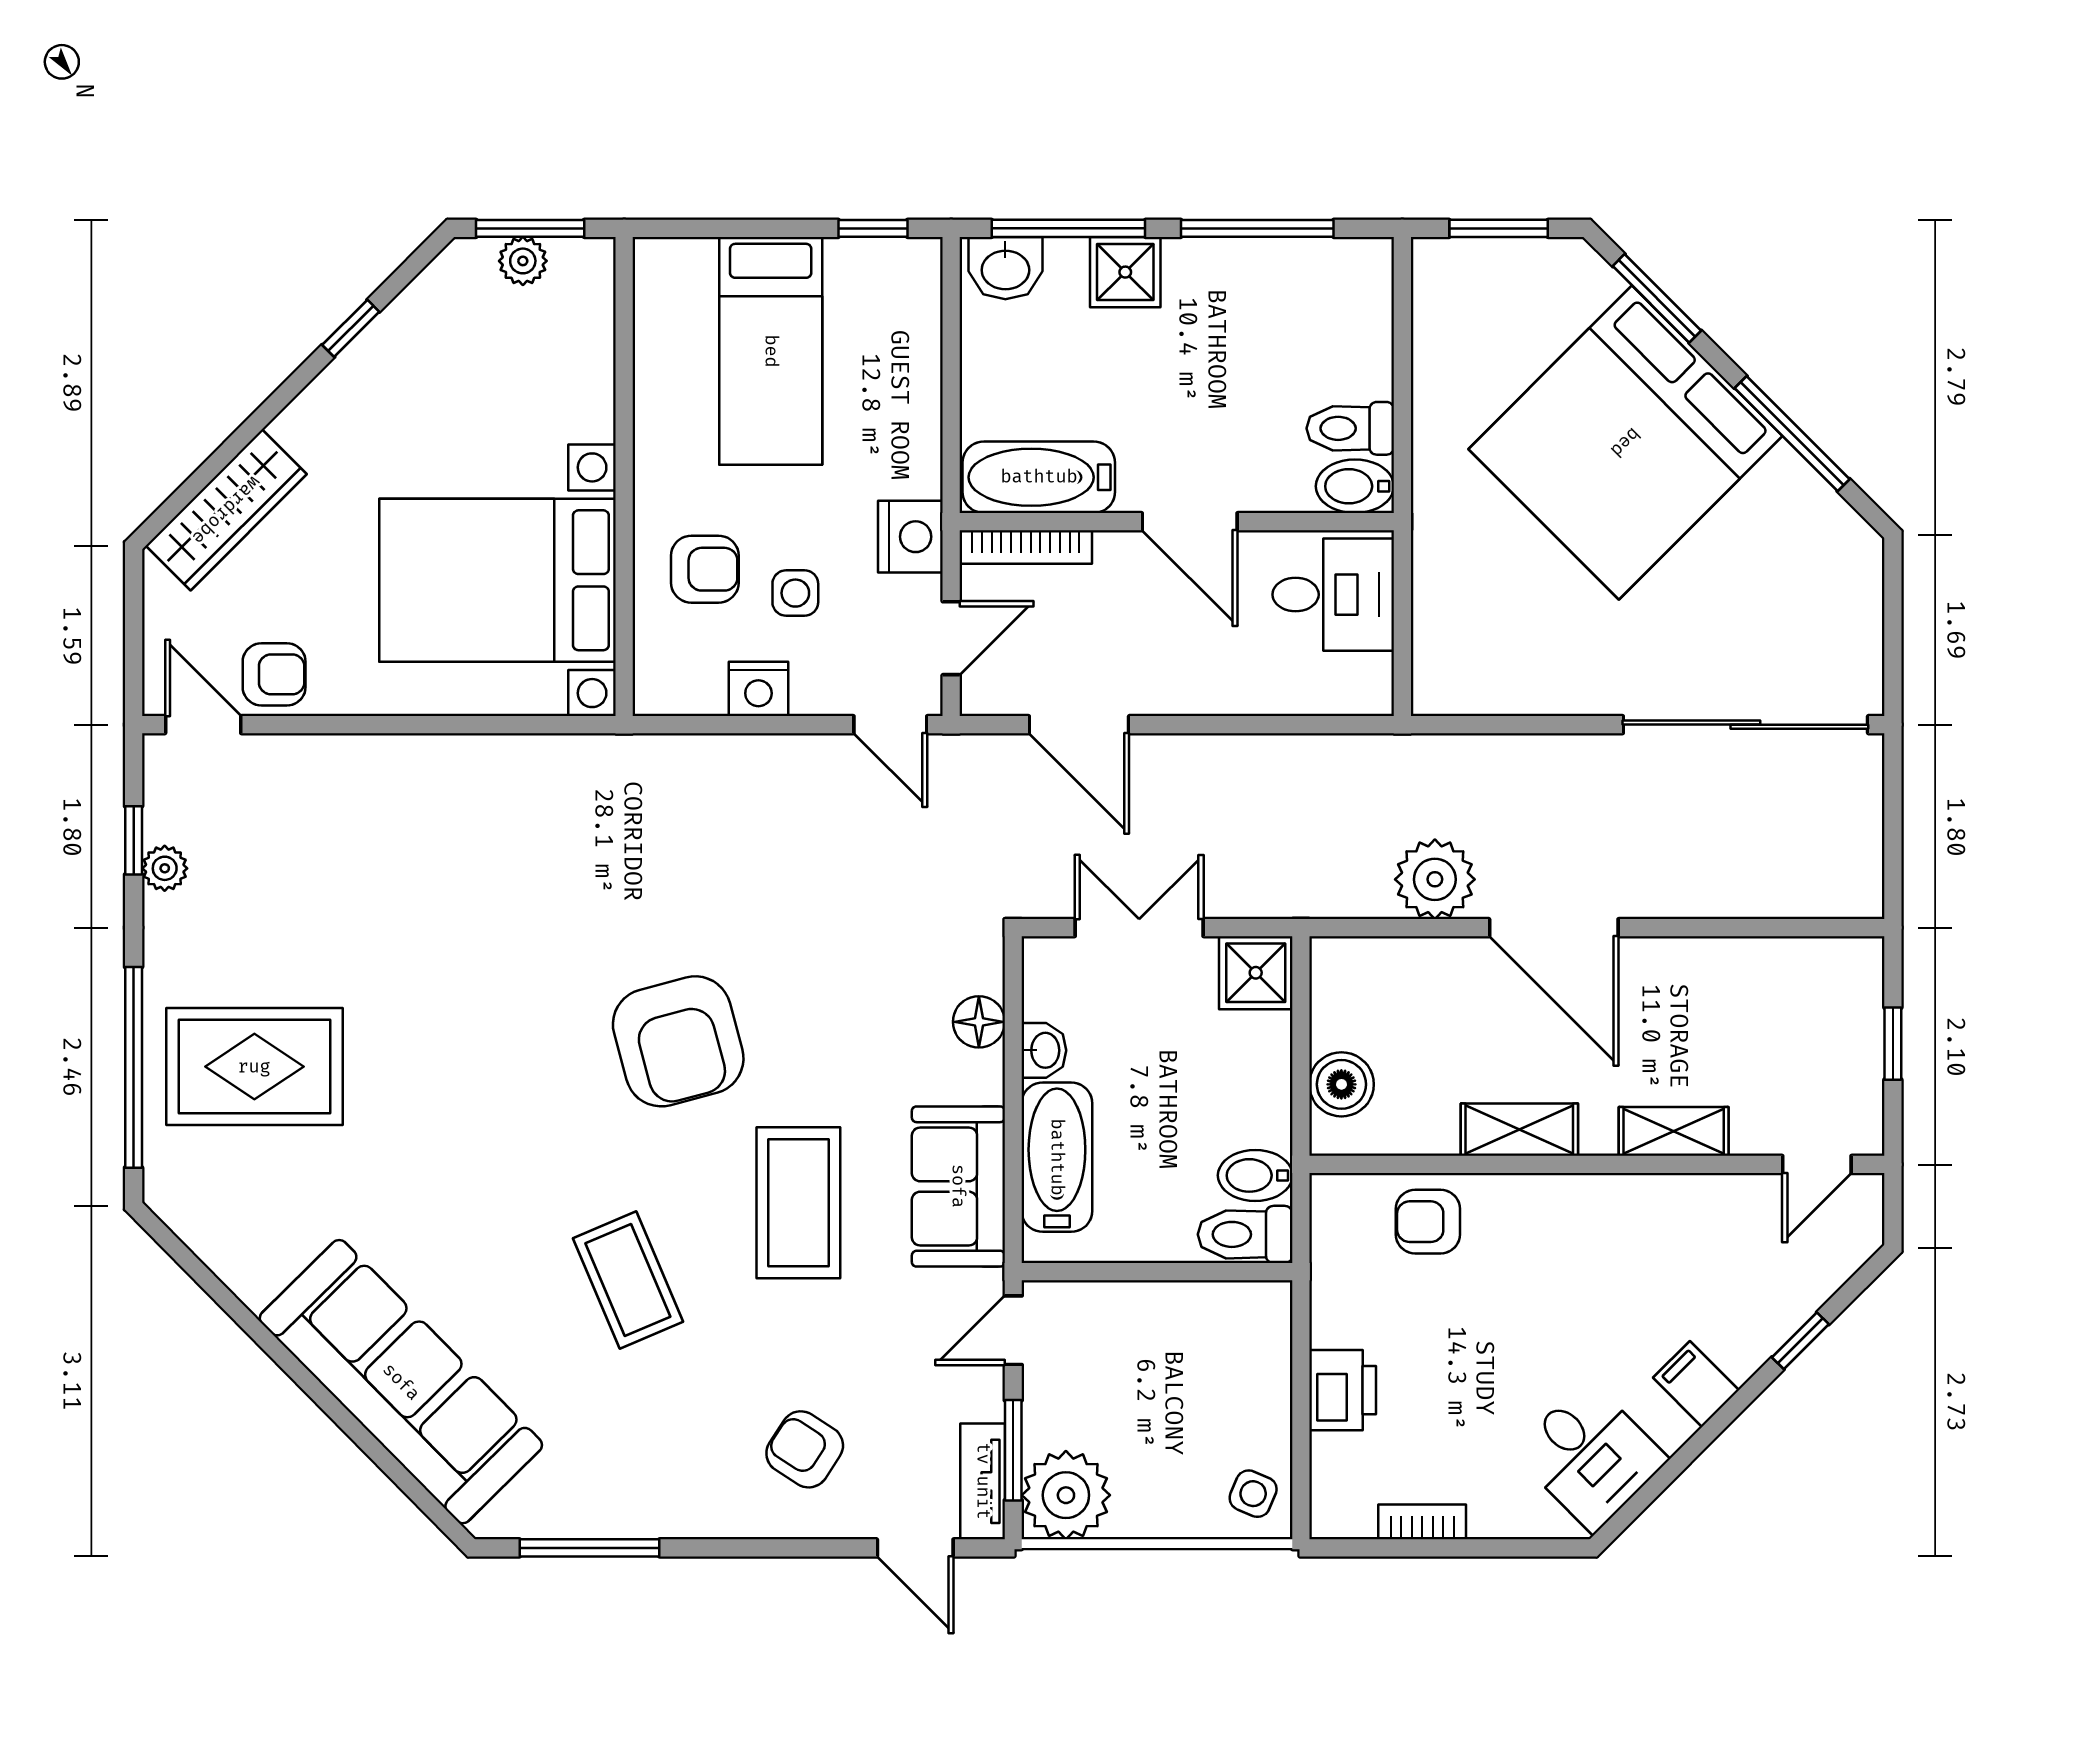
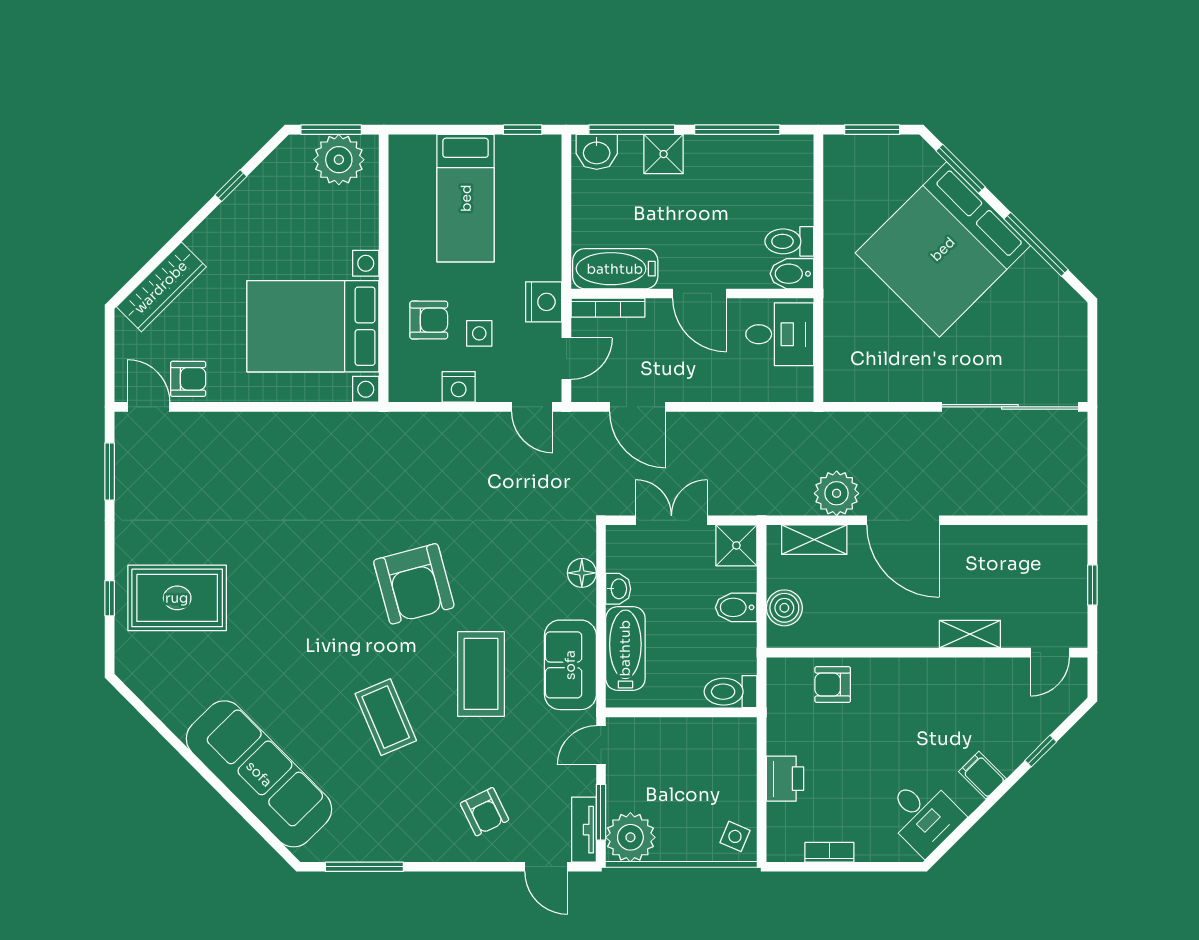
plant: (523, 261) -> (339, 160), width x1.87, depth x1.87
window: (134, 840) -> (110, 472), width x1.50
plant: (165, 868) -> (127, 487), removed
window: (134, 1067) -> (110, 598), width x0.32
shelving: (1519, 1130) -> (814, 540), moved
bidet: (1255, 1175) -> (736, 607), moved
armchair: (805, 1449) -> (485, 812), turned -149

